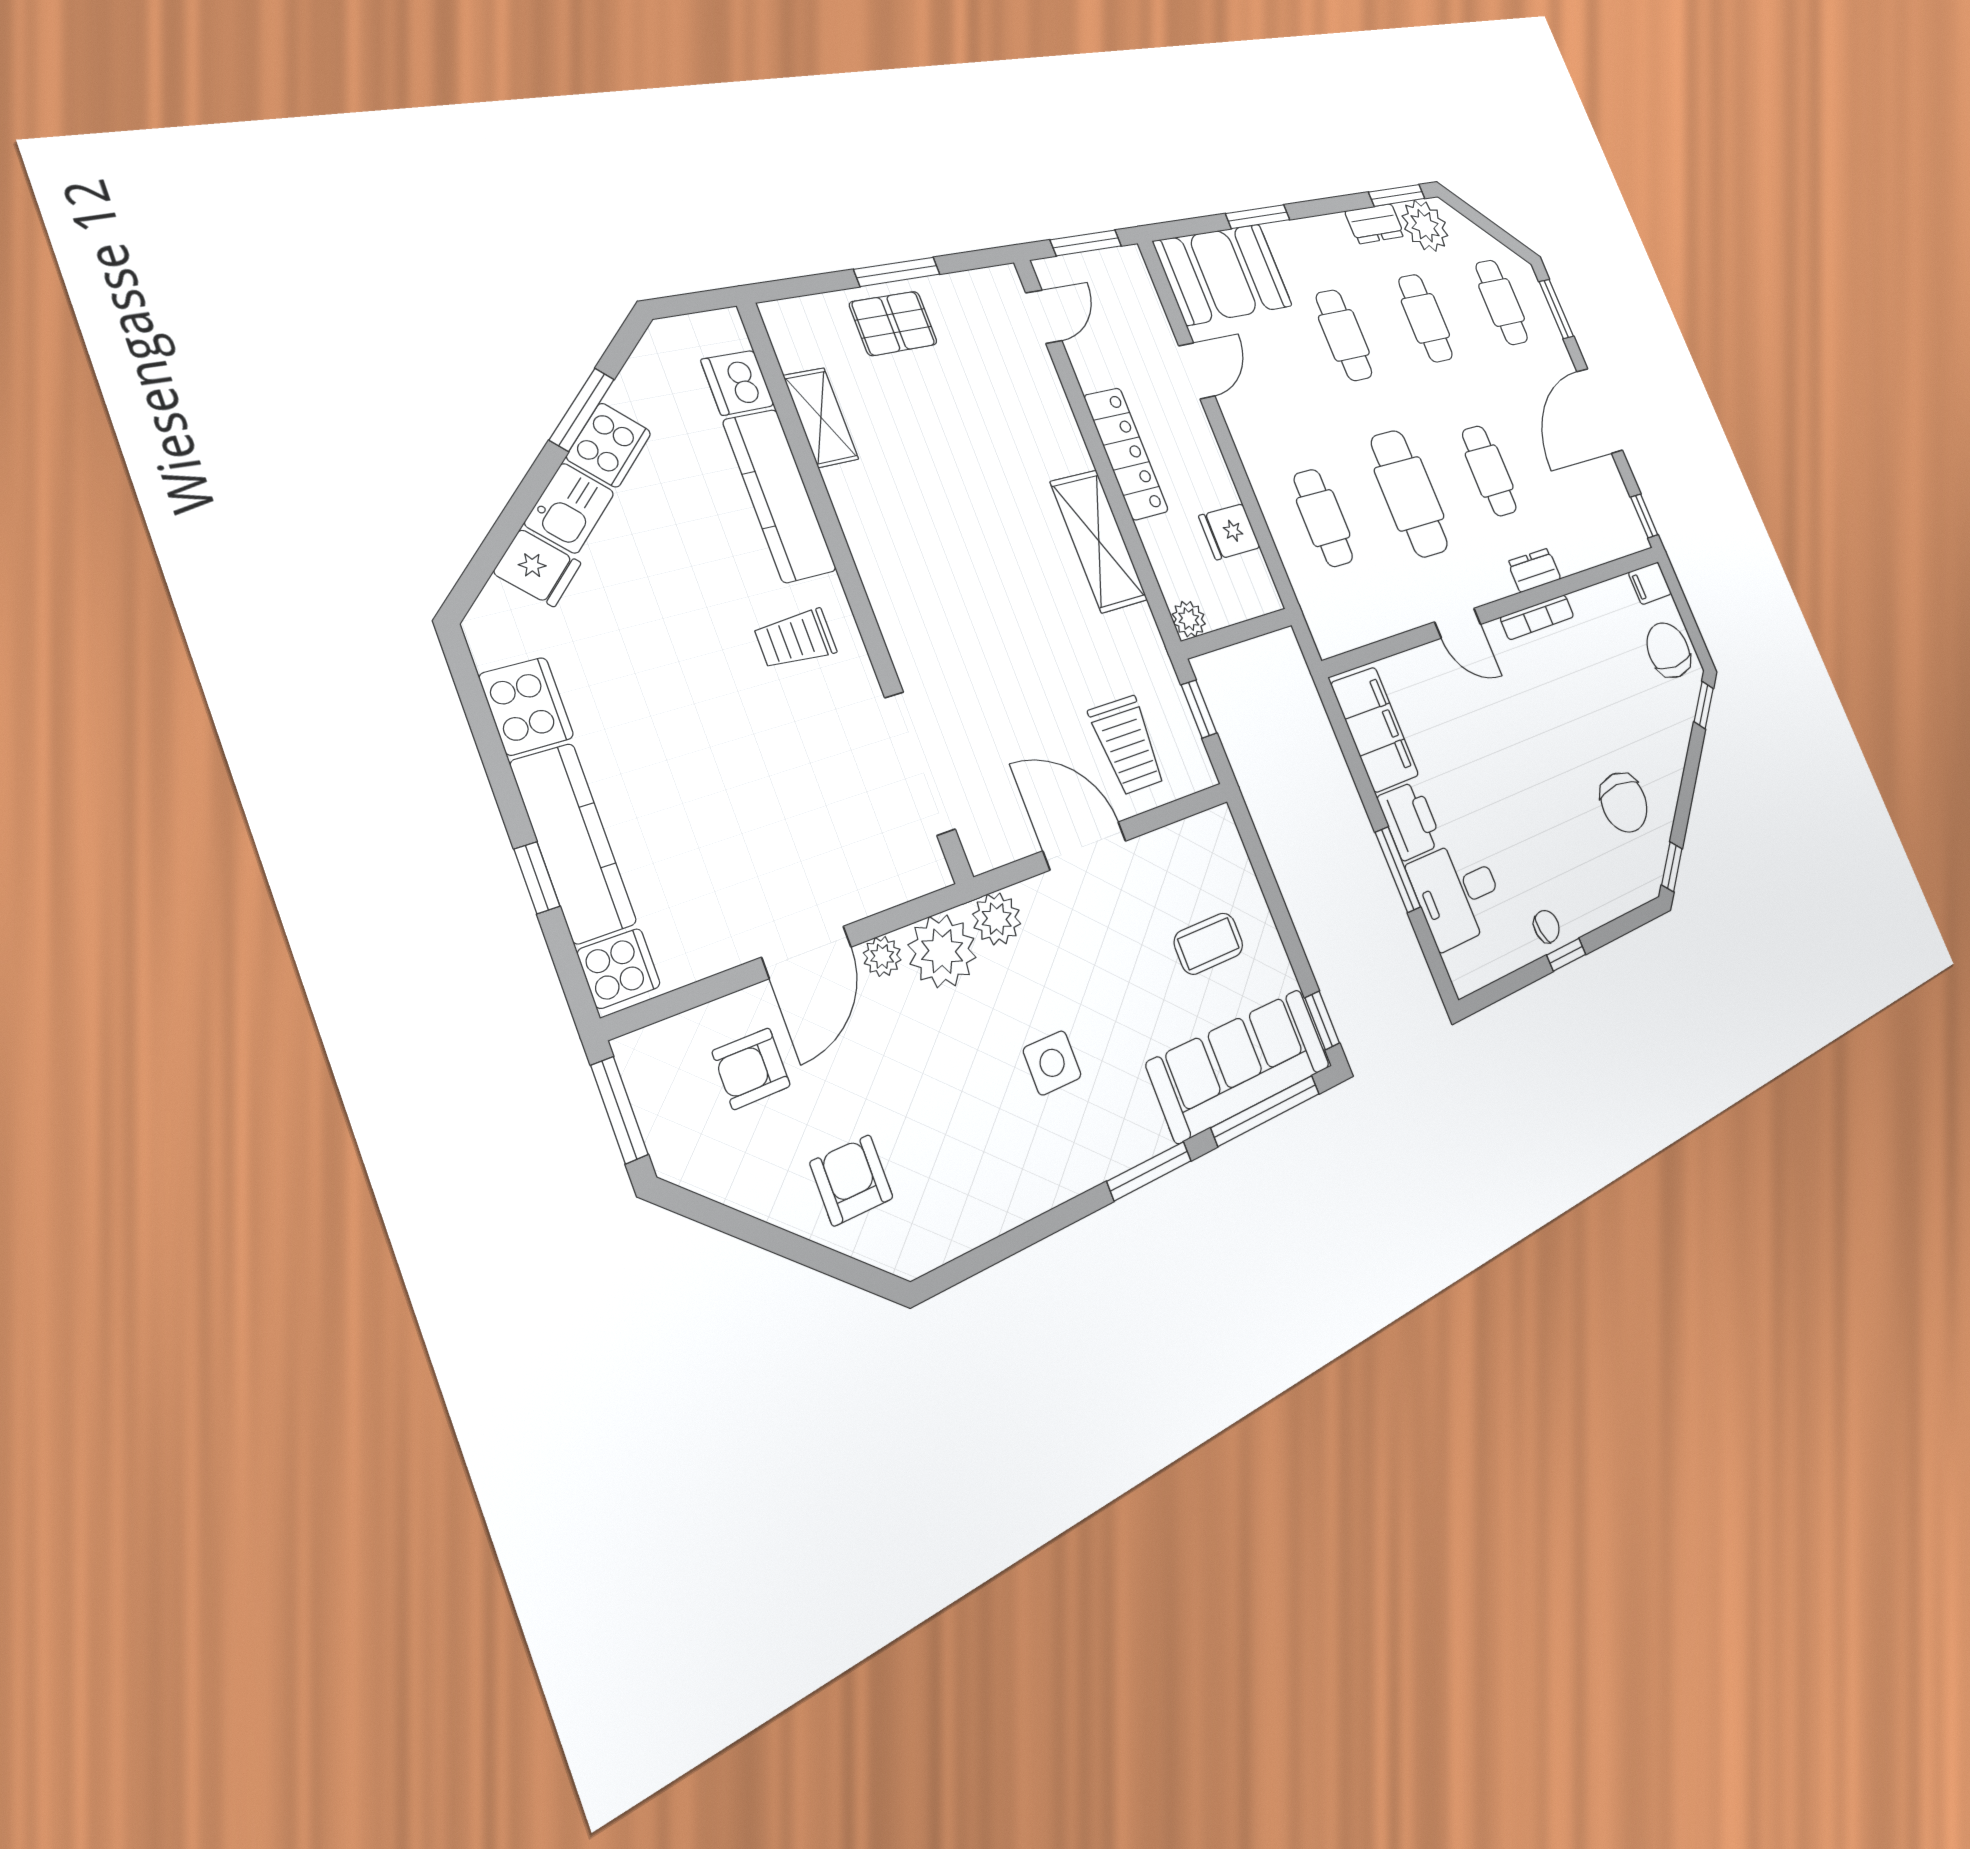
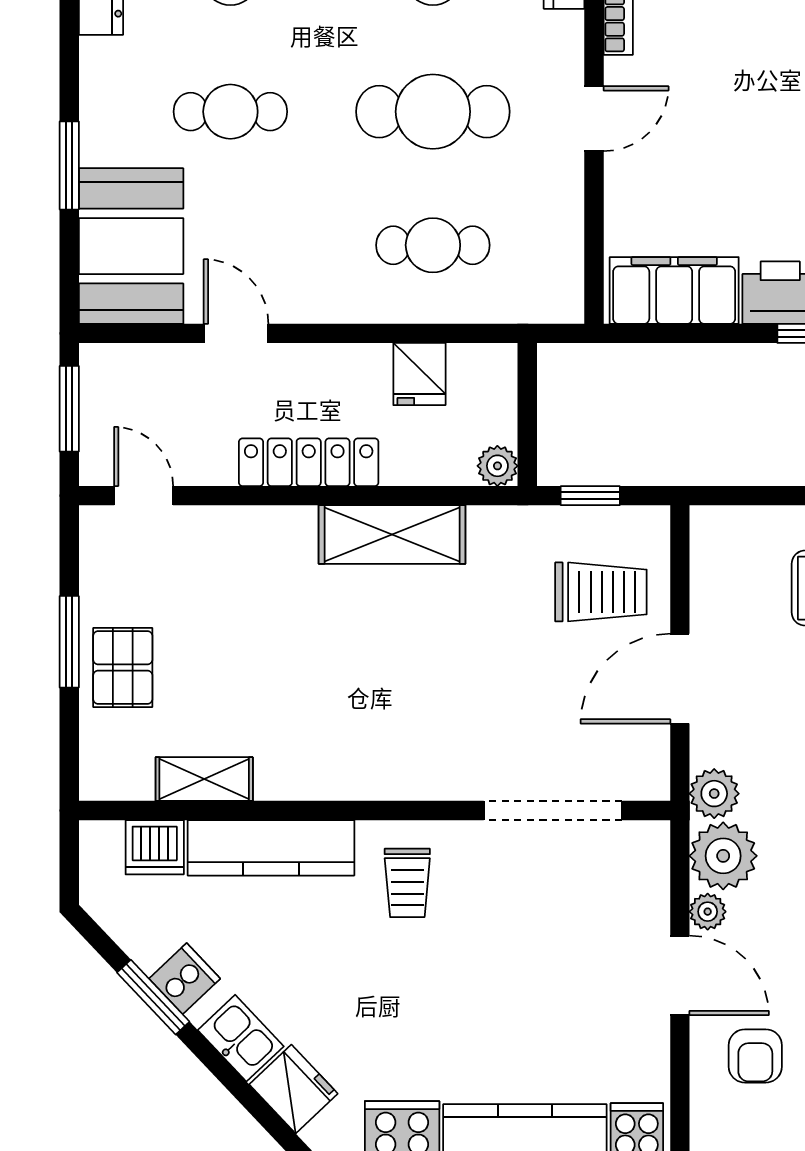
cooker: (609, 445) -> (185, 979), width x0.73
fridge: (537, 568) -> (293, 1089), width x1.38

